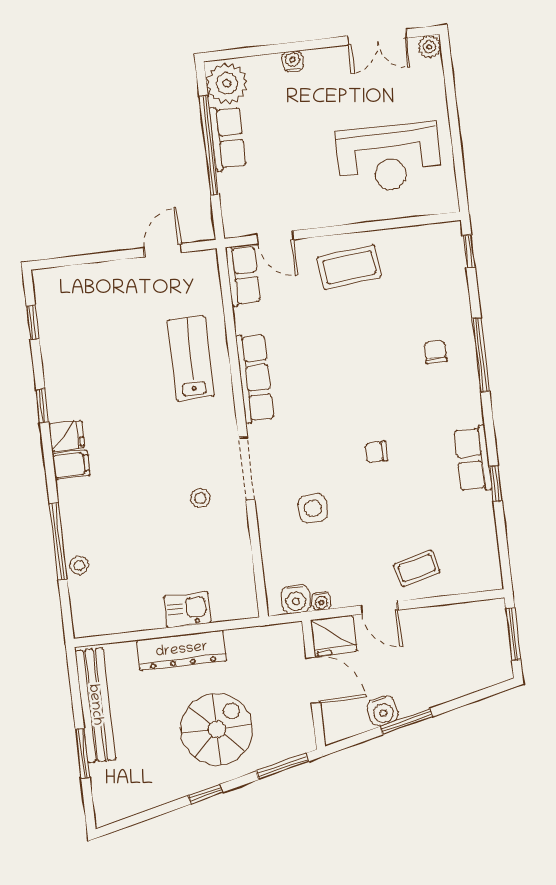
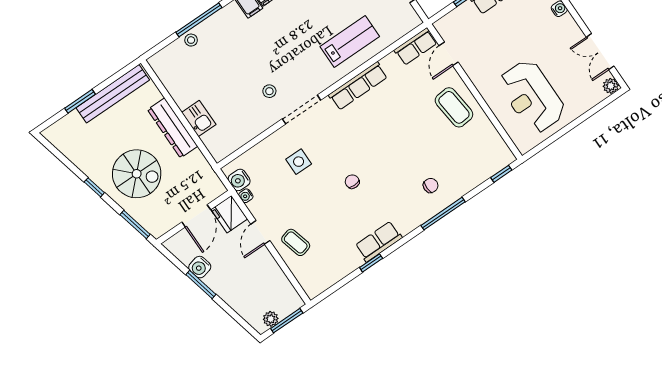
plant: (500, 654) -> (271, 319), added

